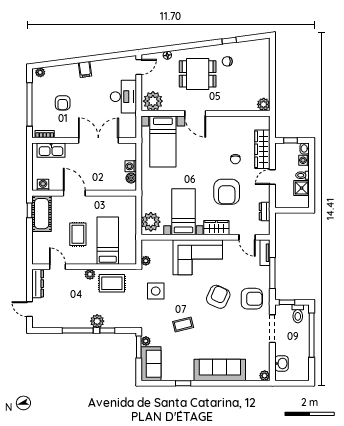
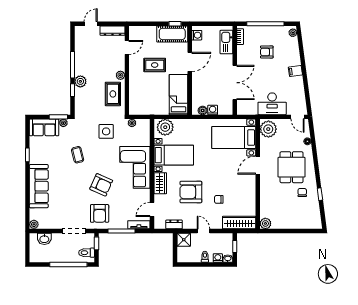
wardrobe: (262, 149) -> (239, 223), moved
shower: (302, 188) -> (184, 240), moved
bed: (108, 241) -> (179, 95), moved, turned -90

